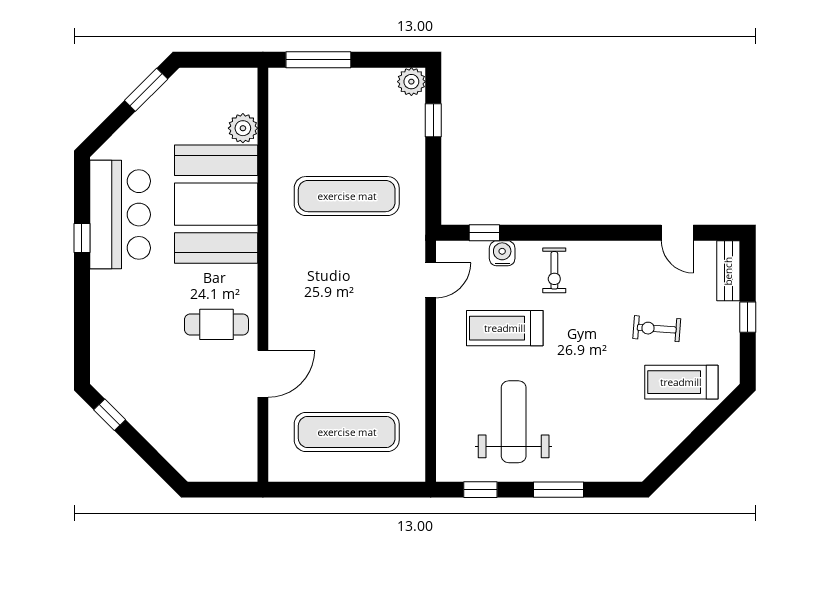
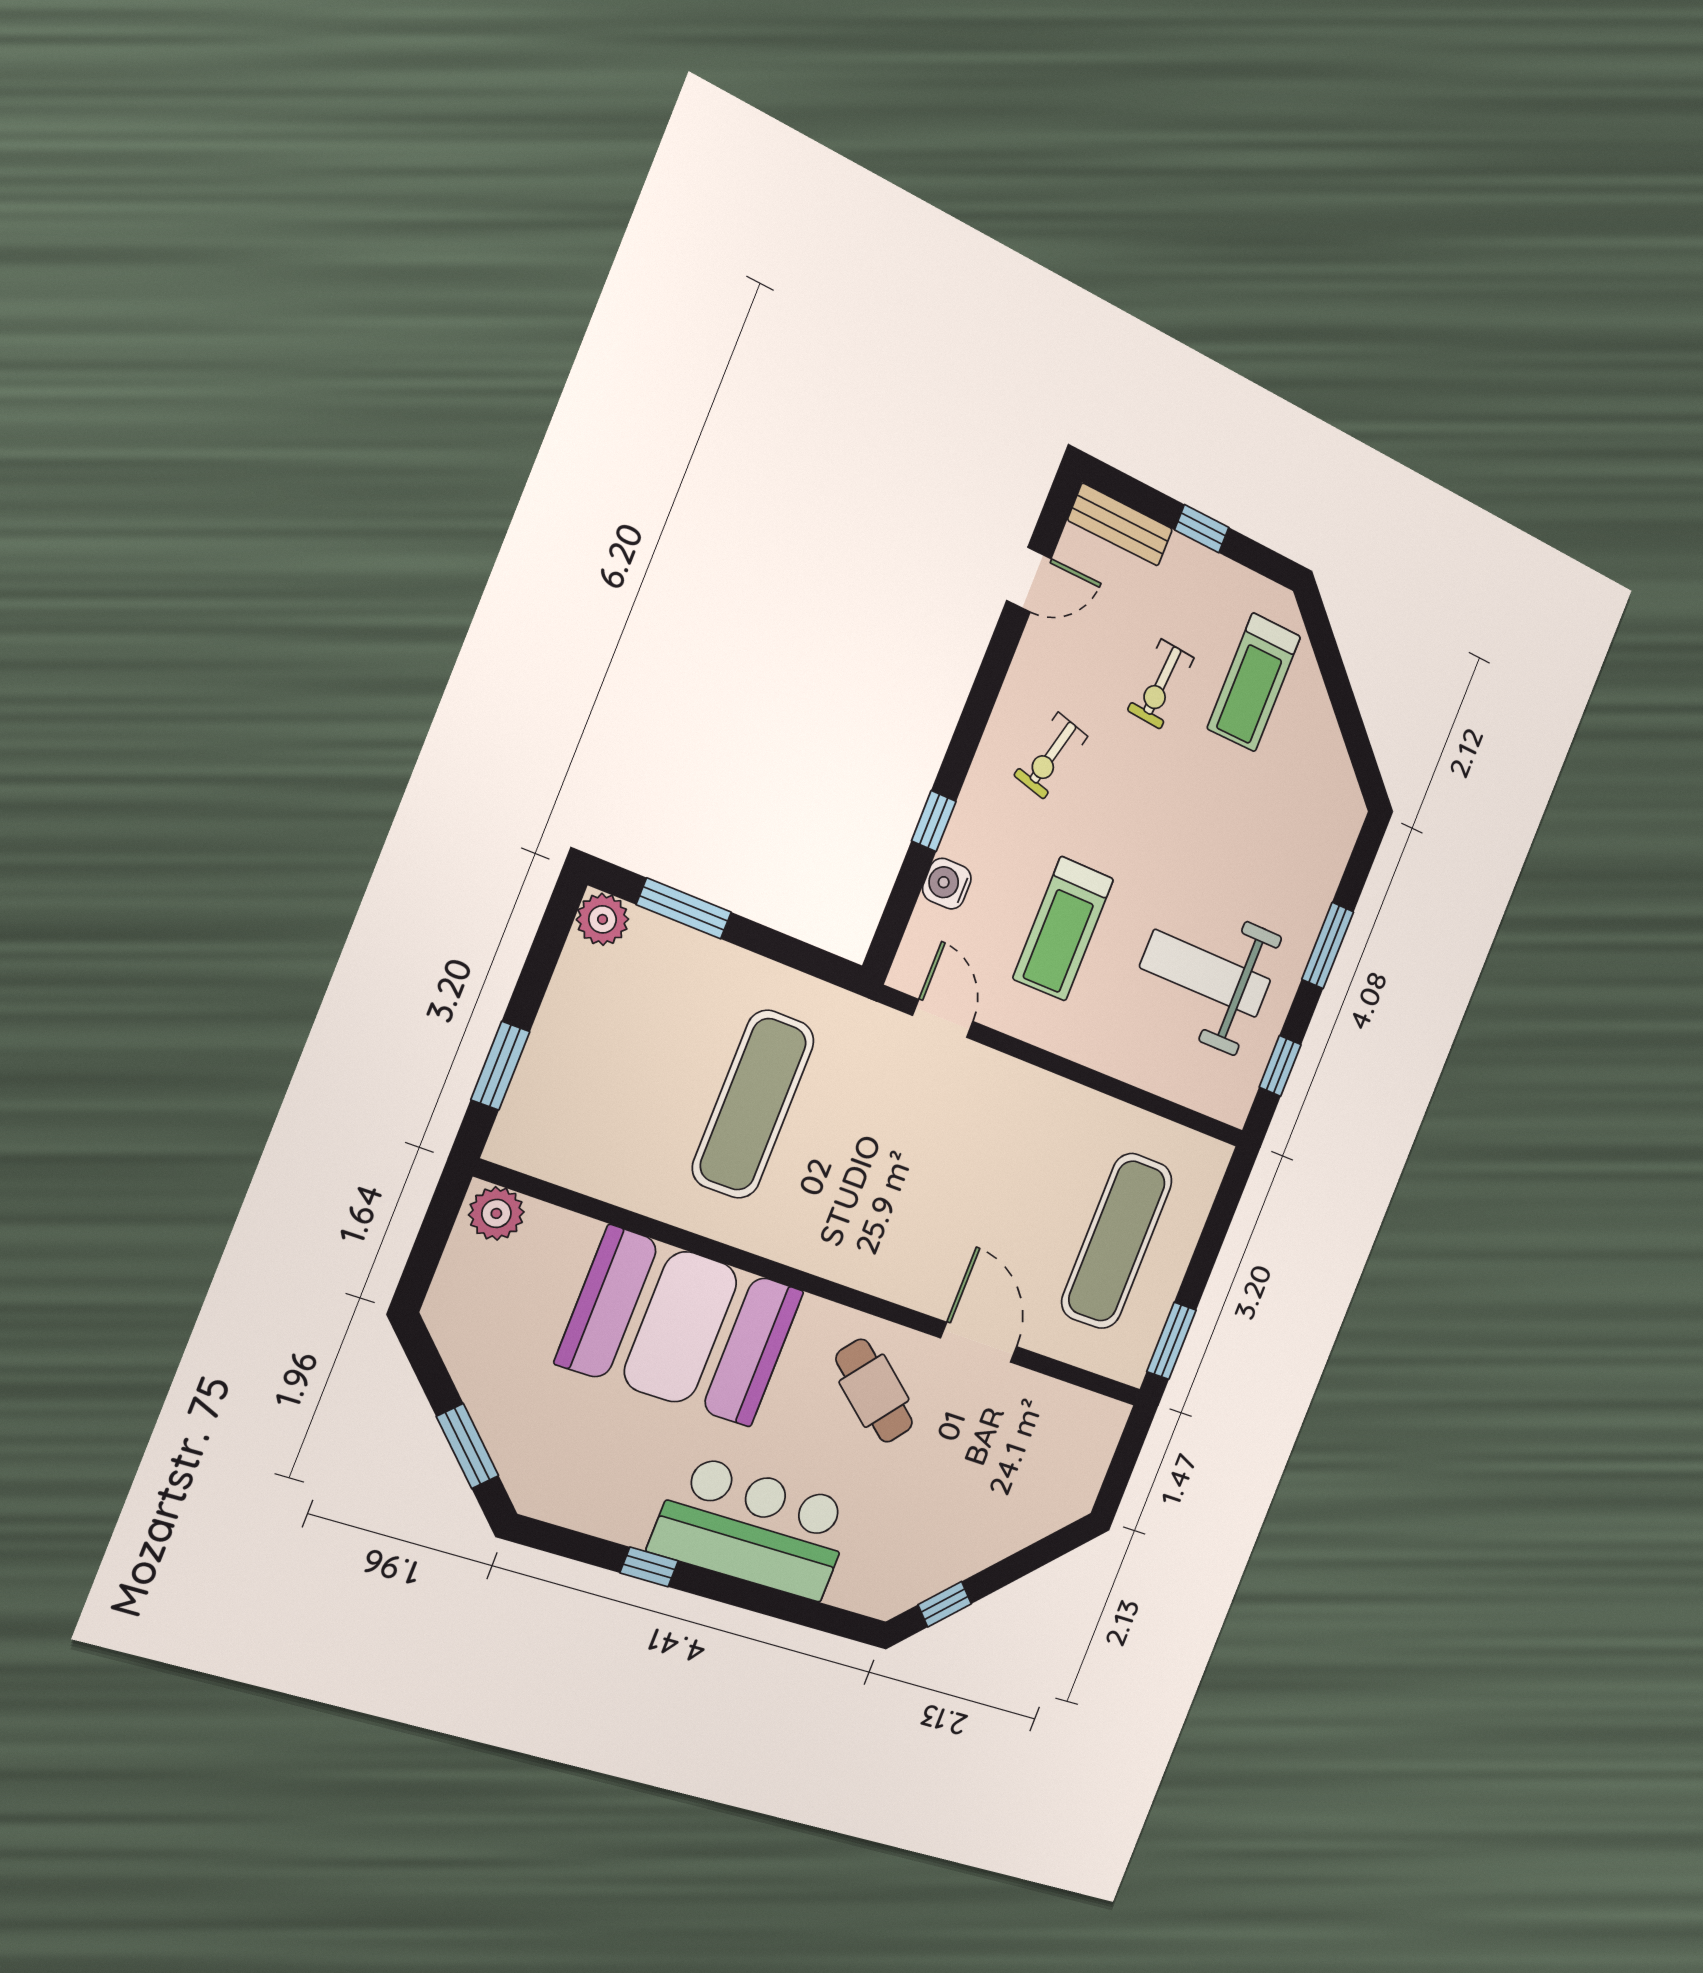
window: (318, 60) -> (500, 1066), width x0.69
window: (146, 90) -> (467, 1446), moved
window: (433, 120) -> (684, 909), width x1.50
plant: (243, 128) -> (496, 1213), moved
bar counter: (120, 215) -> (753, 1528), moved
window: (484, 233) -> (934, 821), moved
exercise bike: (554, 270) -> (1051, 756), moved, turned 104
cafe table: (216, 324) -> (874, 1391), turned -51
window: (302, 490) -> (1171, 1341), added

